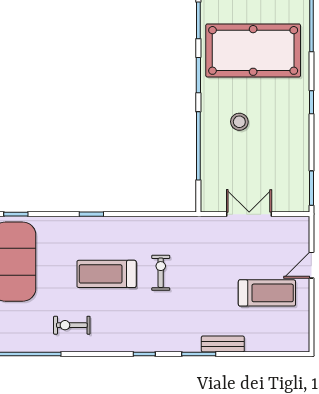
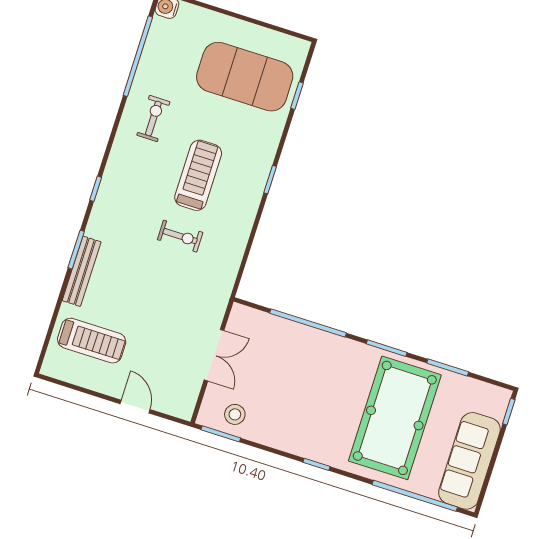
stool: (239, 122) -> (235, 414), moved
treadmill: (267, 293) -> (92, 341), moved, turned -90
bench: (223, 344) -> (82, 271), width x1.36

